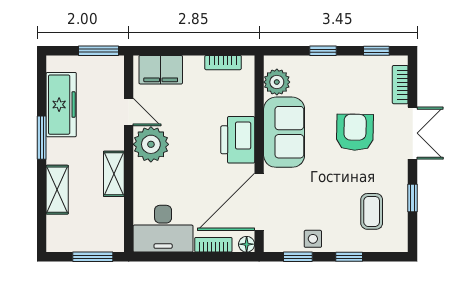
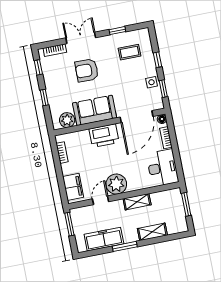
door: (259, 202) -> (137, 117), hinge flipped

